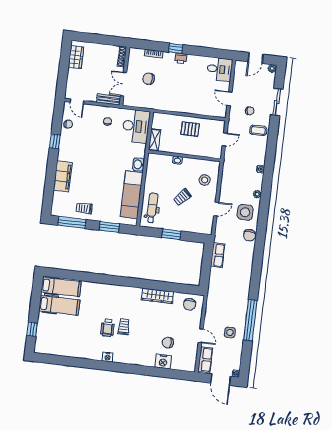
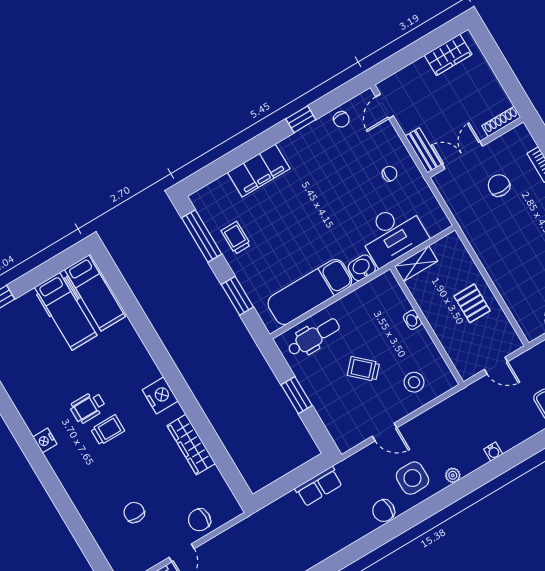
desk: (136, 126) -> (393, 234), moved
chair: (190, 304) -> (199, 520), moved
nightstand: (163, 361) -> (160, 395), moved, turned 180

